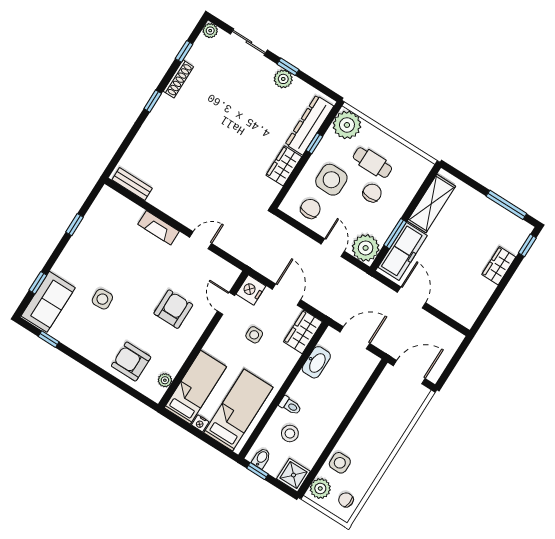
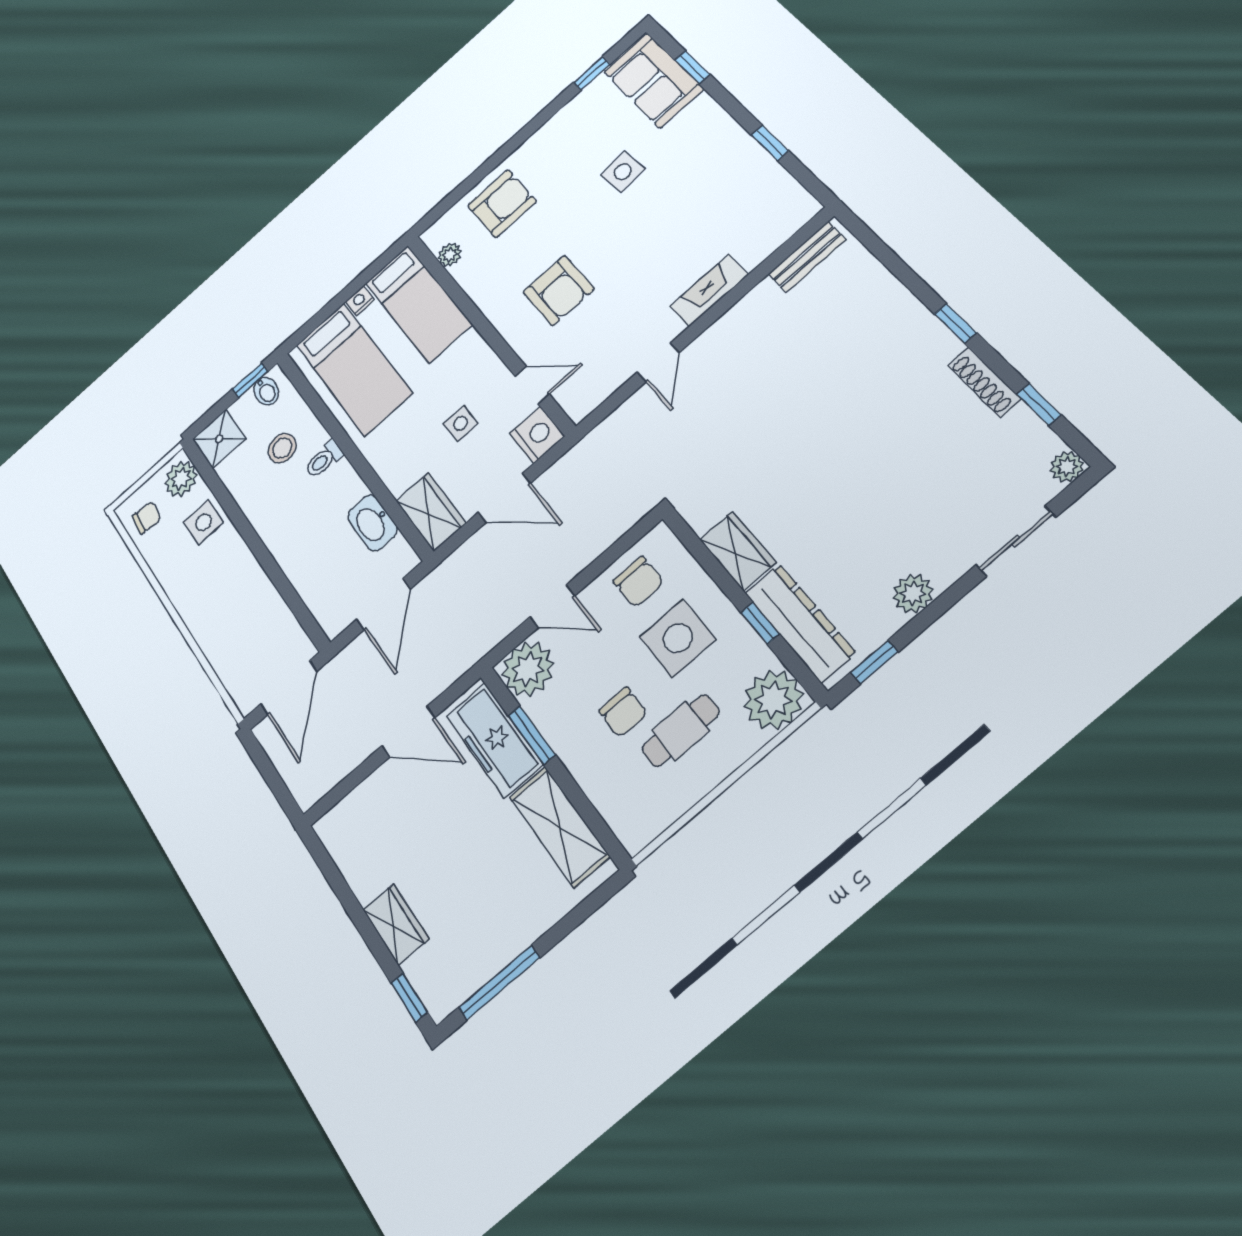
window: (288, 67) -> (874, 662), moved

